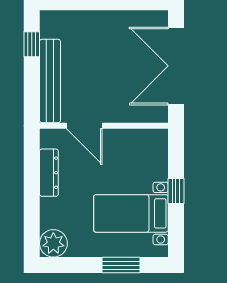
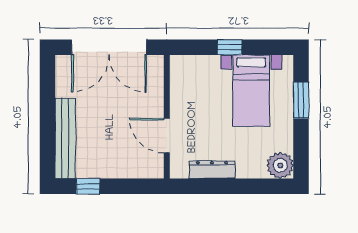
bench: (50, 81) -> (65, 138), moved, turned 90
door: (84, 126) -> (167, 136), swing flipped

